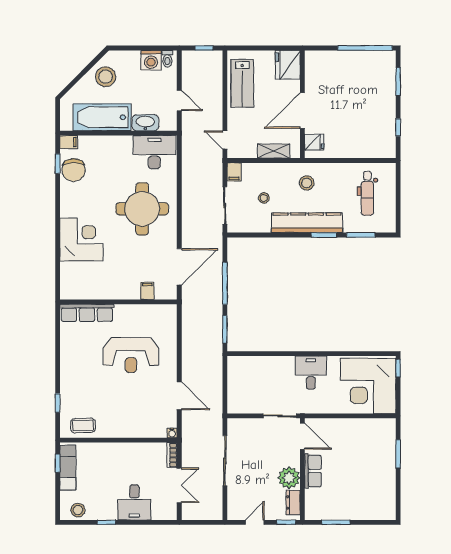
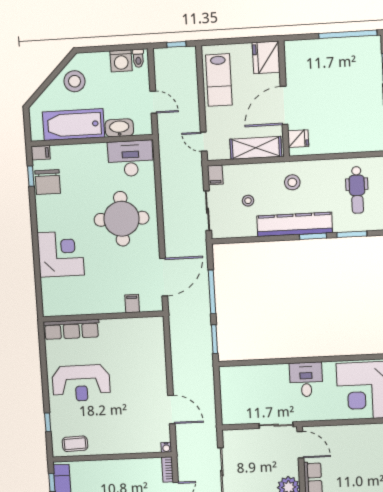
shelving: (274, 151) -> (256, 148), width x1.50, depth x1.33
reception desk: (131, 355) -> (81, 383), moved

